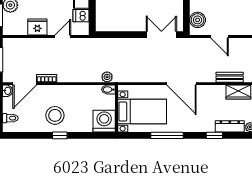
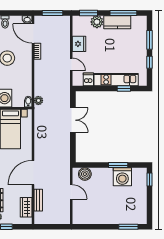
double door: (161, 35) -> (73, 120), moved
door: (220, 37) -> (71, 192), swing flipped
door: (181, 84) -> (33, 173), moved

